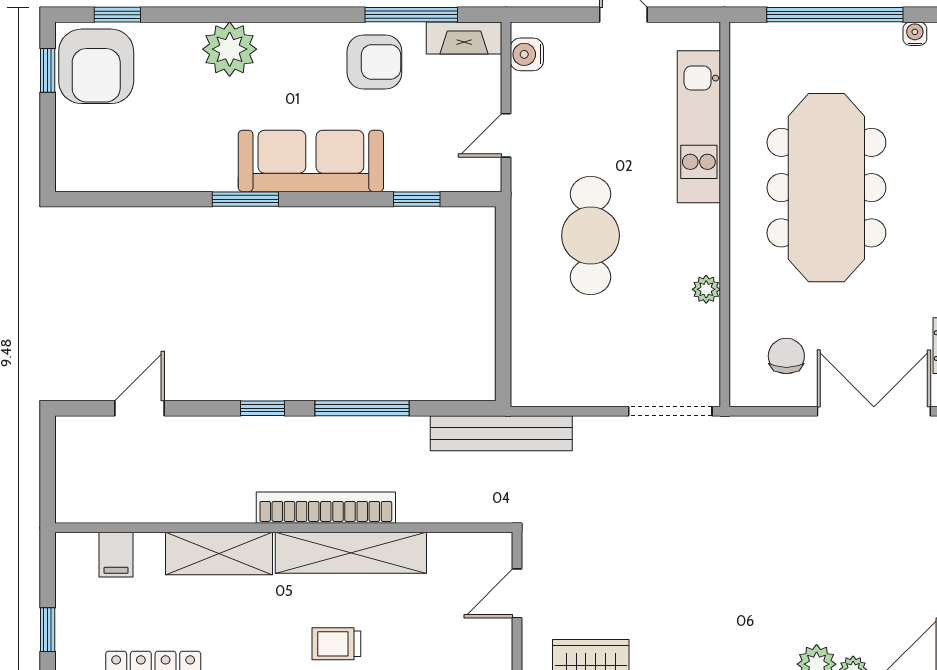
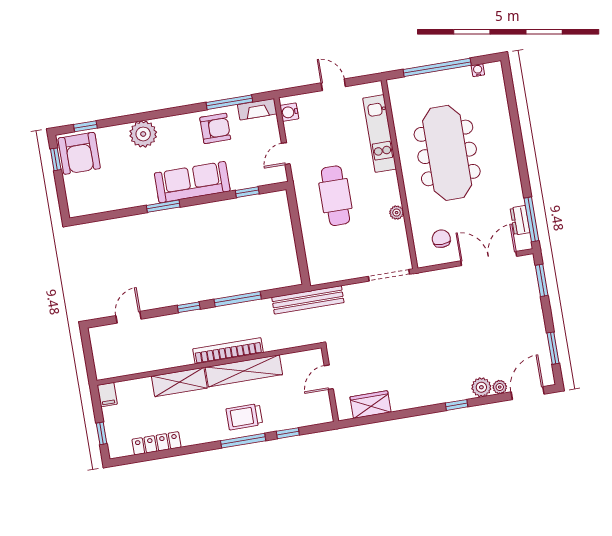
filing cabinet: (116, 555) -> (107, 395), moved
trolley: (336, 644) -> (244, 417), width x1.36, depth x1.39

